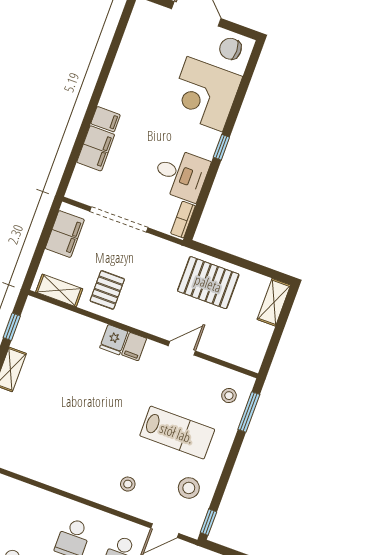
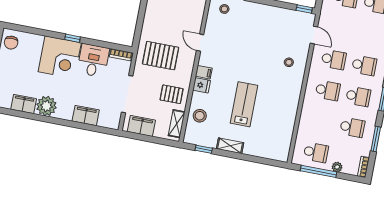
plant: (121, 89) -> (46, 106), added
corner desk: (205, 94) -> (60, 57), moved
filing cabinet: (106, 119) -> (24, 104), moved, width x2.00
pallet: (208, 283) -> (161, 56), moved, turned 90
lab bench: (177, 433) -> (244, 104), moved
stool: (189, 488) -> (200, 116), moved

